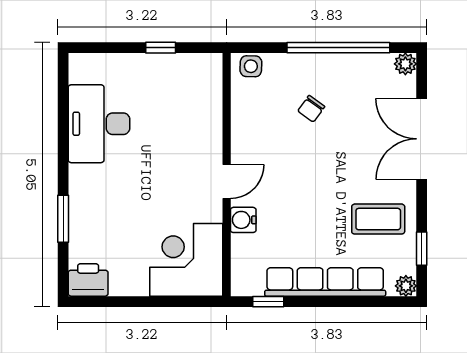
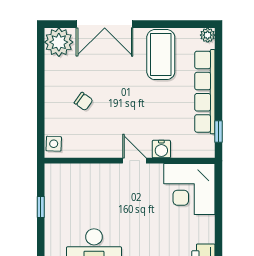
window: (338, 48) -> (41, 82), removed
plant: (405, 64) -> (59, 42), width x1.88, depth x1.88
coffee table: (378, 219) -> (161, 55), width x1.36, depth x1.32
window: (422, 249) -> (182, 24), removed

